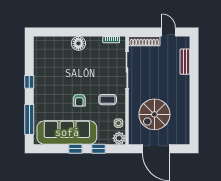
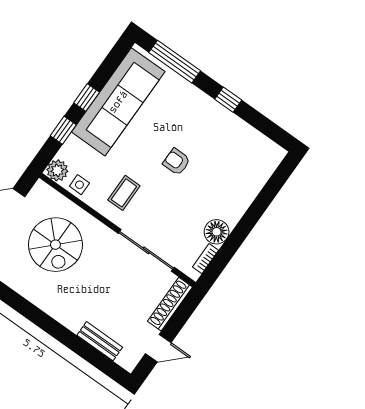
floor lamp: (78, 43) -> (217, 232), moved
armchair: (79, 100) -> (176, 162), moved
spiral stairs: (154, 114) -> (55, 245), turned 180

